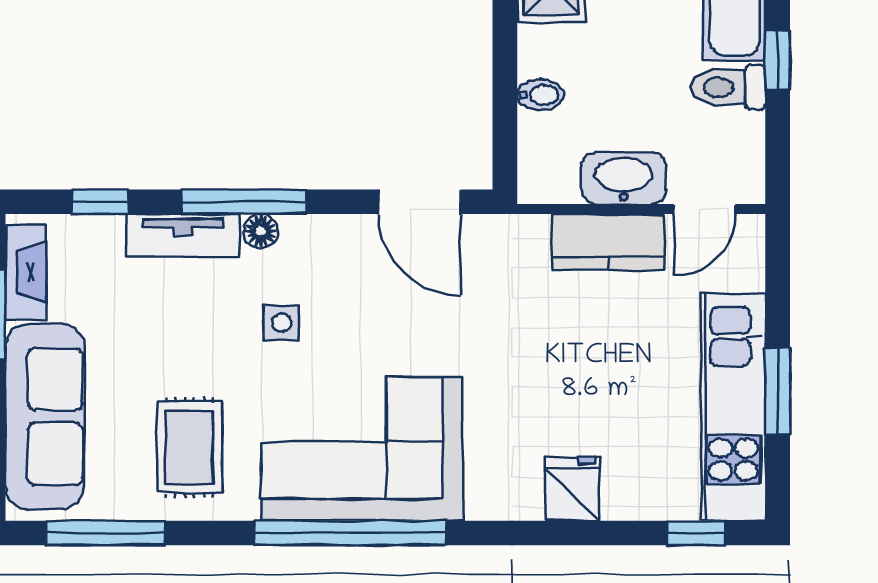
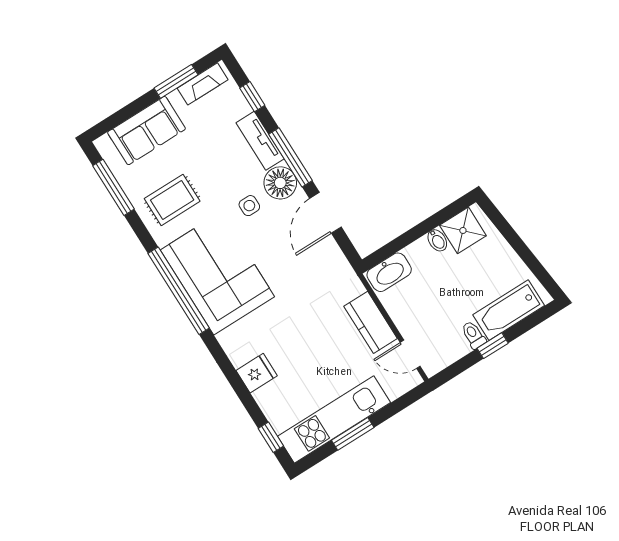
toilet: (729, 87) -> (473, 335), width x0.73, depth x0.72
bidet: (540, 95) -> (437, 240), moved
washbasin: (624, 178) -> (389, 272), moved, turned 90
door: (420, 202) -> (325, 213), moved
floor lamp: (261, 231) -> (280, 183), width x1.89, depth x1.89
sofa: (45, 417) -> (147, 131), width x0.73

